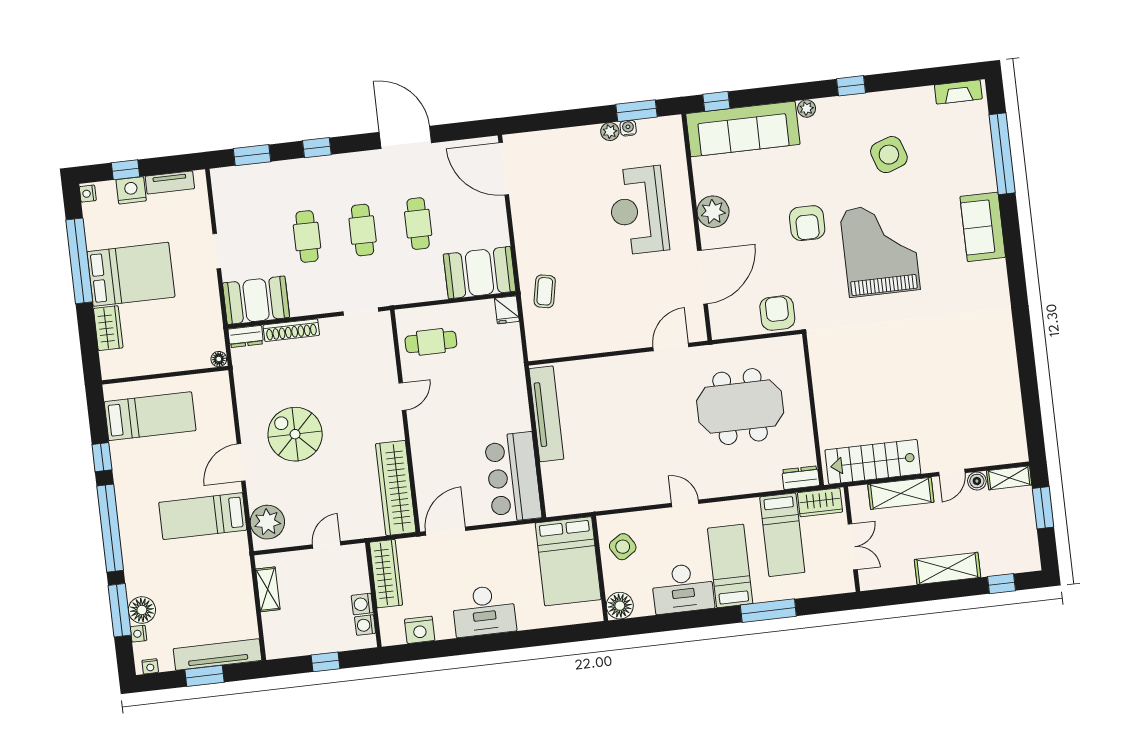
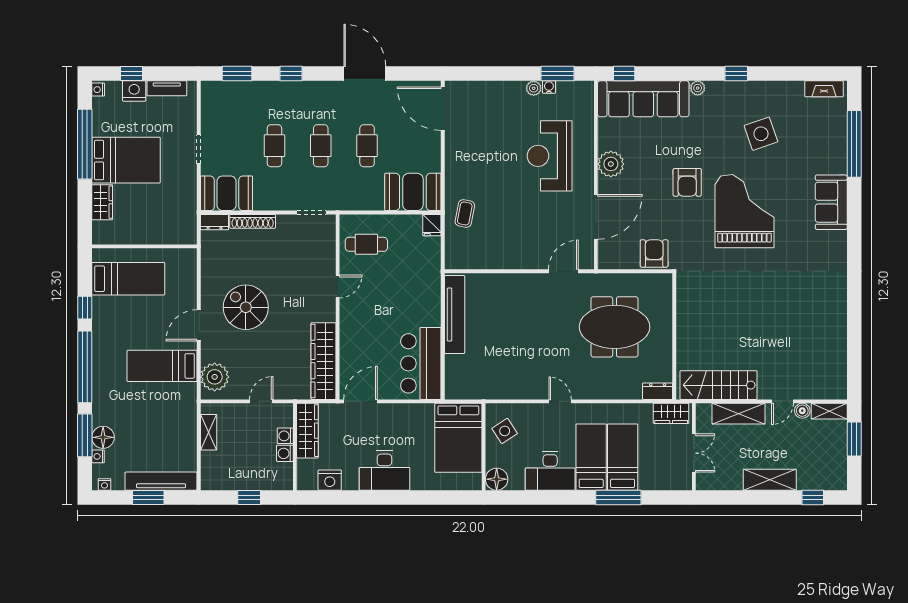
floor lamp: (219, 359) -> (190, 238), removed
bed: (782, 535) -> (623, 457), moved, turned 180
washing machine: (365, 625) -> (285, 436), moved

